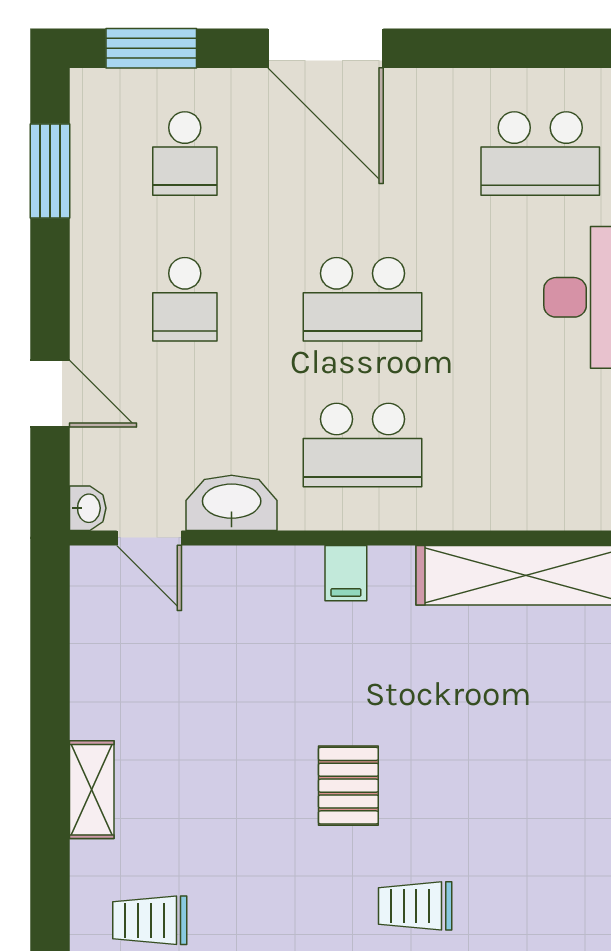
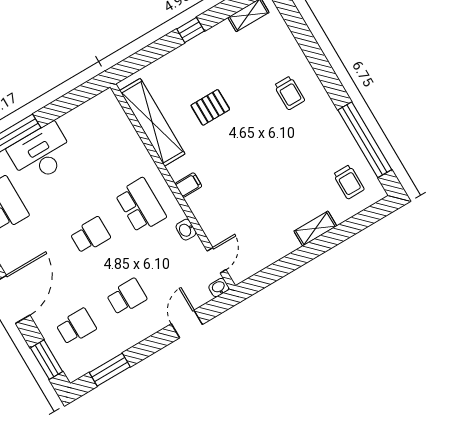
school desk: (363, 299) -> (90, 235), width x0.54
washbasin: (232, 503) -> (186, 230), width x0.52, depth x0.69
pallet: (348, 786) -> (210, 107), moved

